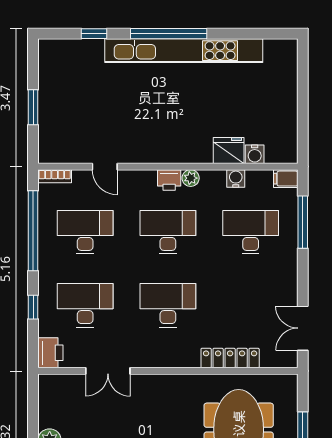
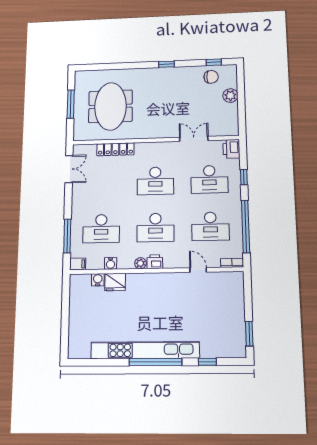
window: (33, 107) -> (249, 334), moved

